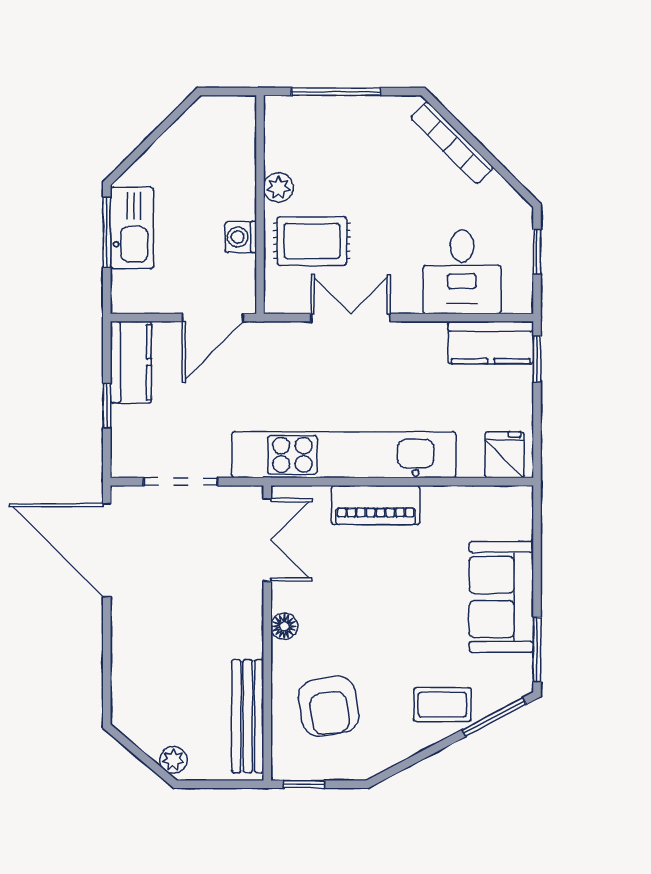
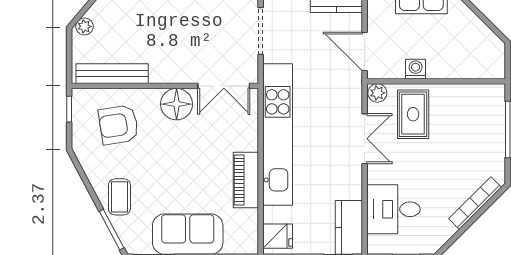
plant: (278, 188) -> (377, 93), moved
piano: (376, 505) -> (246, 180), moved
floor lamp: (284, 626) -> (177, 104), width x1.89, depth x1.89

